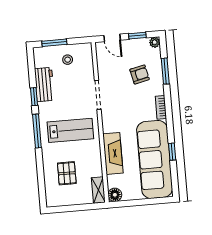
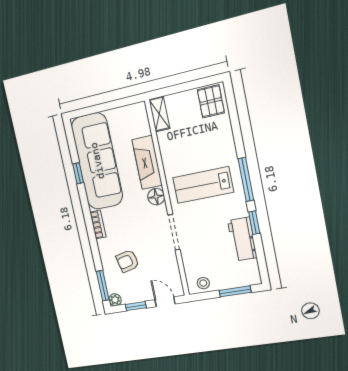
stool: (68, 60) -> (203, 283), moved
window: (165, 71) -> (103, 286), moved
pallet: (67, 173) -> (211, 101), moved
floor lamp: (115, 195) -> (156, 197), moved

